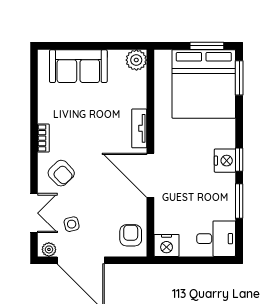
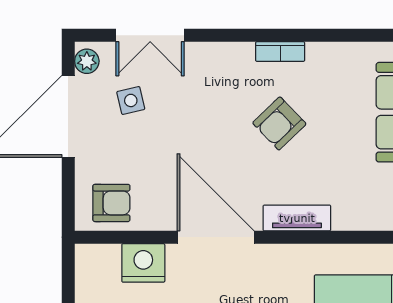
armchair: (61, 173) -> (279, 123), moved
door: (150, 175) -> (216, 237), hinge flipped
nightstand: (167, 245) -> (143, 263), moved, turned 90

